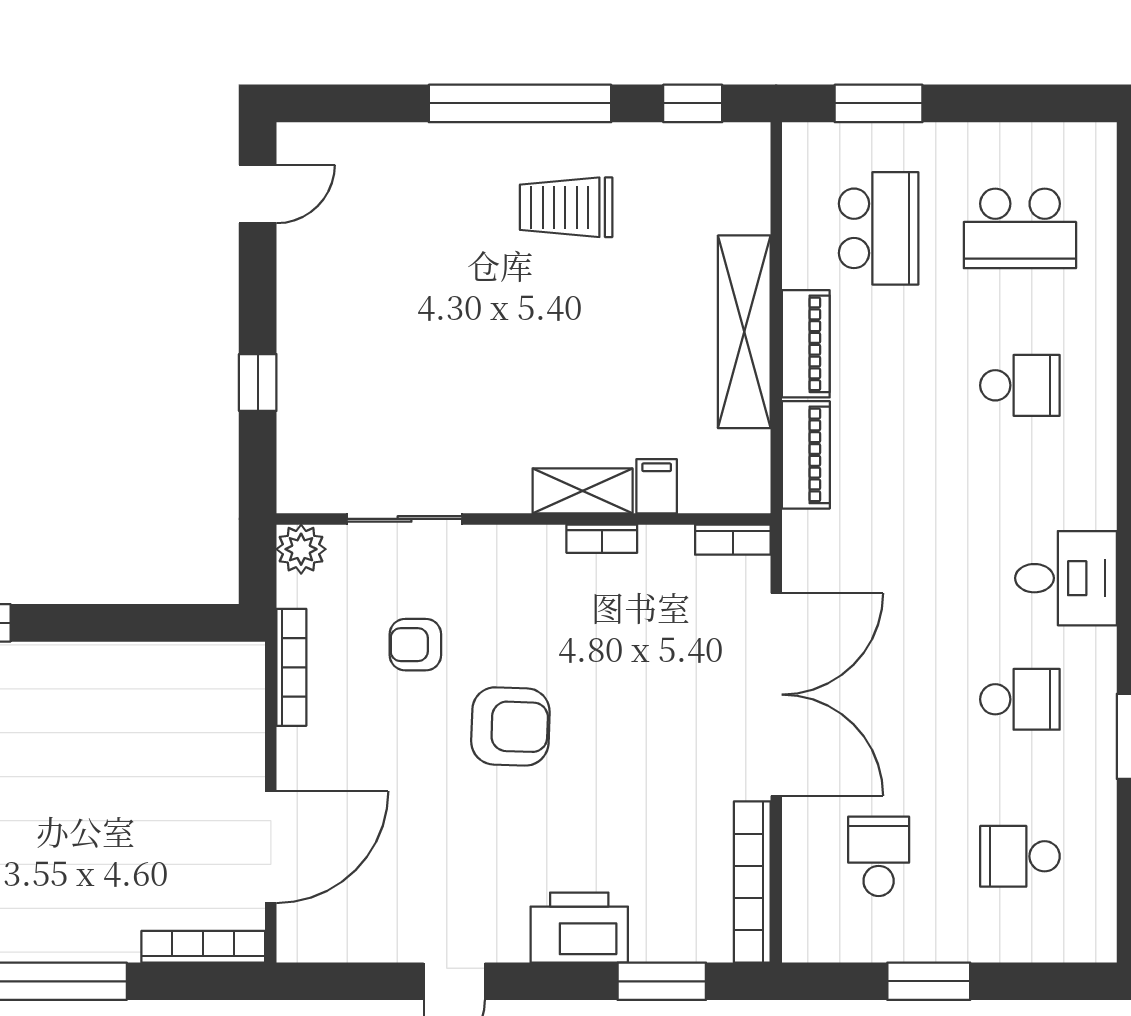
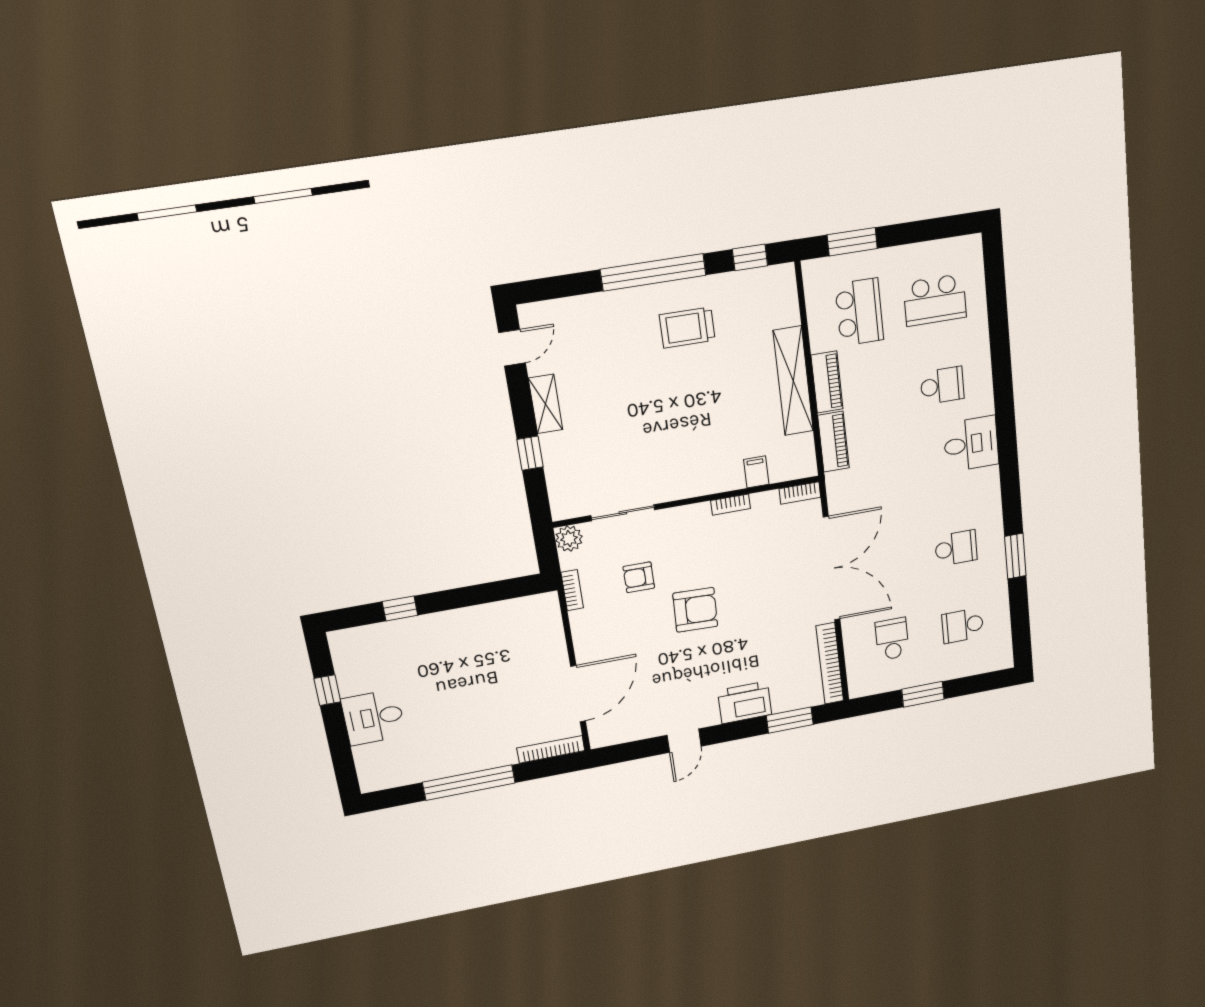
shelving: (583, 491) -> (546, 404), moved, turned 90
desk: (1066, 578) -> (971, 444), moved
bookcase: (291, 667) -> (572, 590), width x0.64

